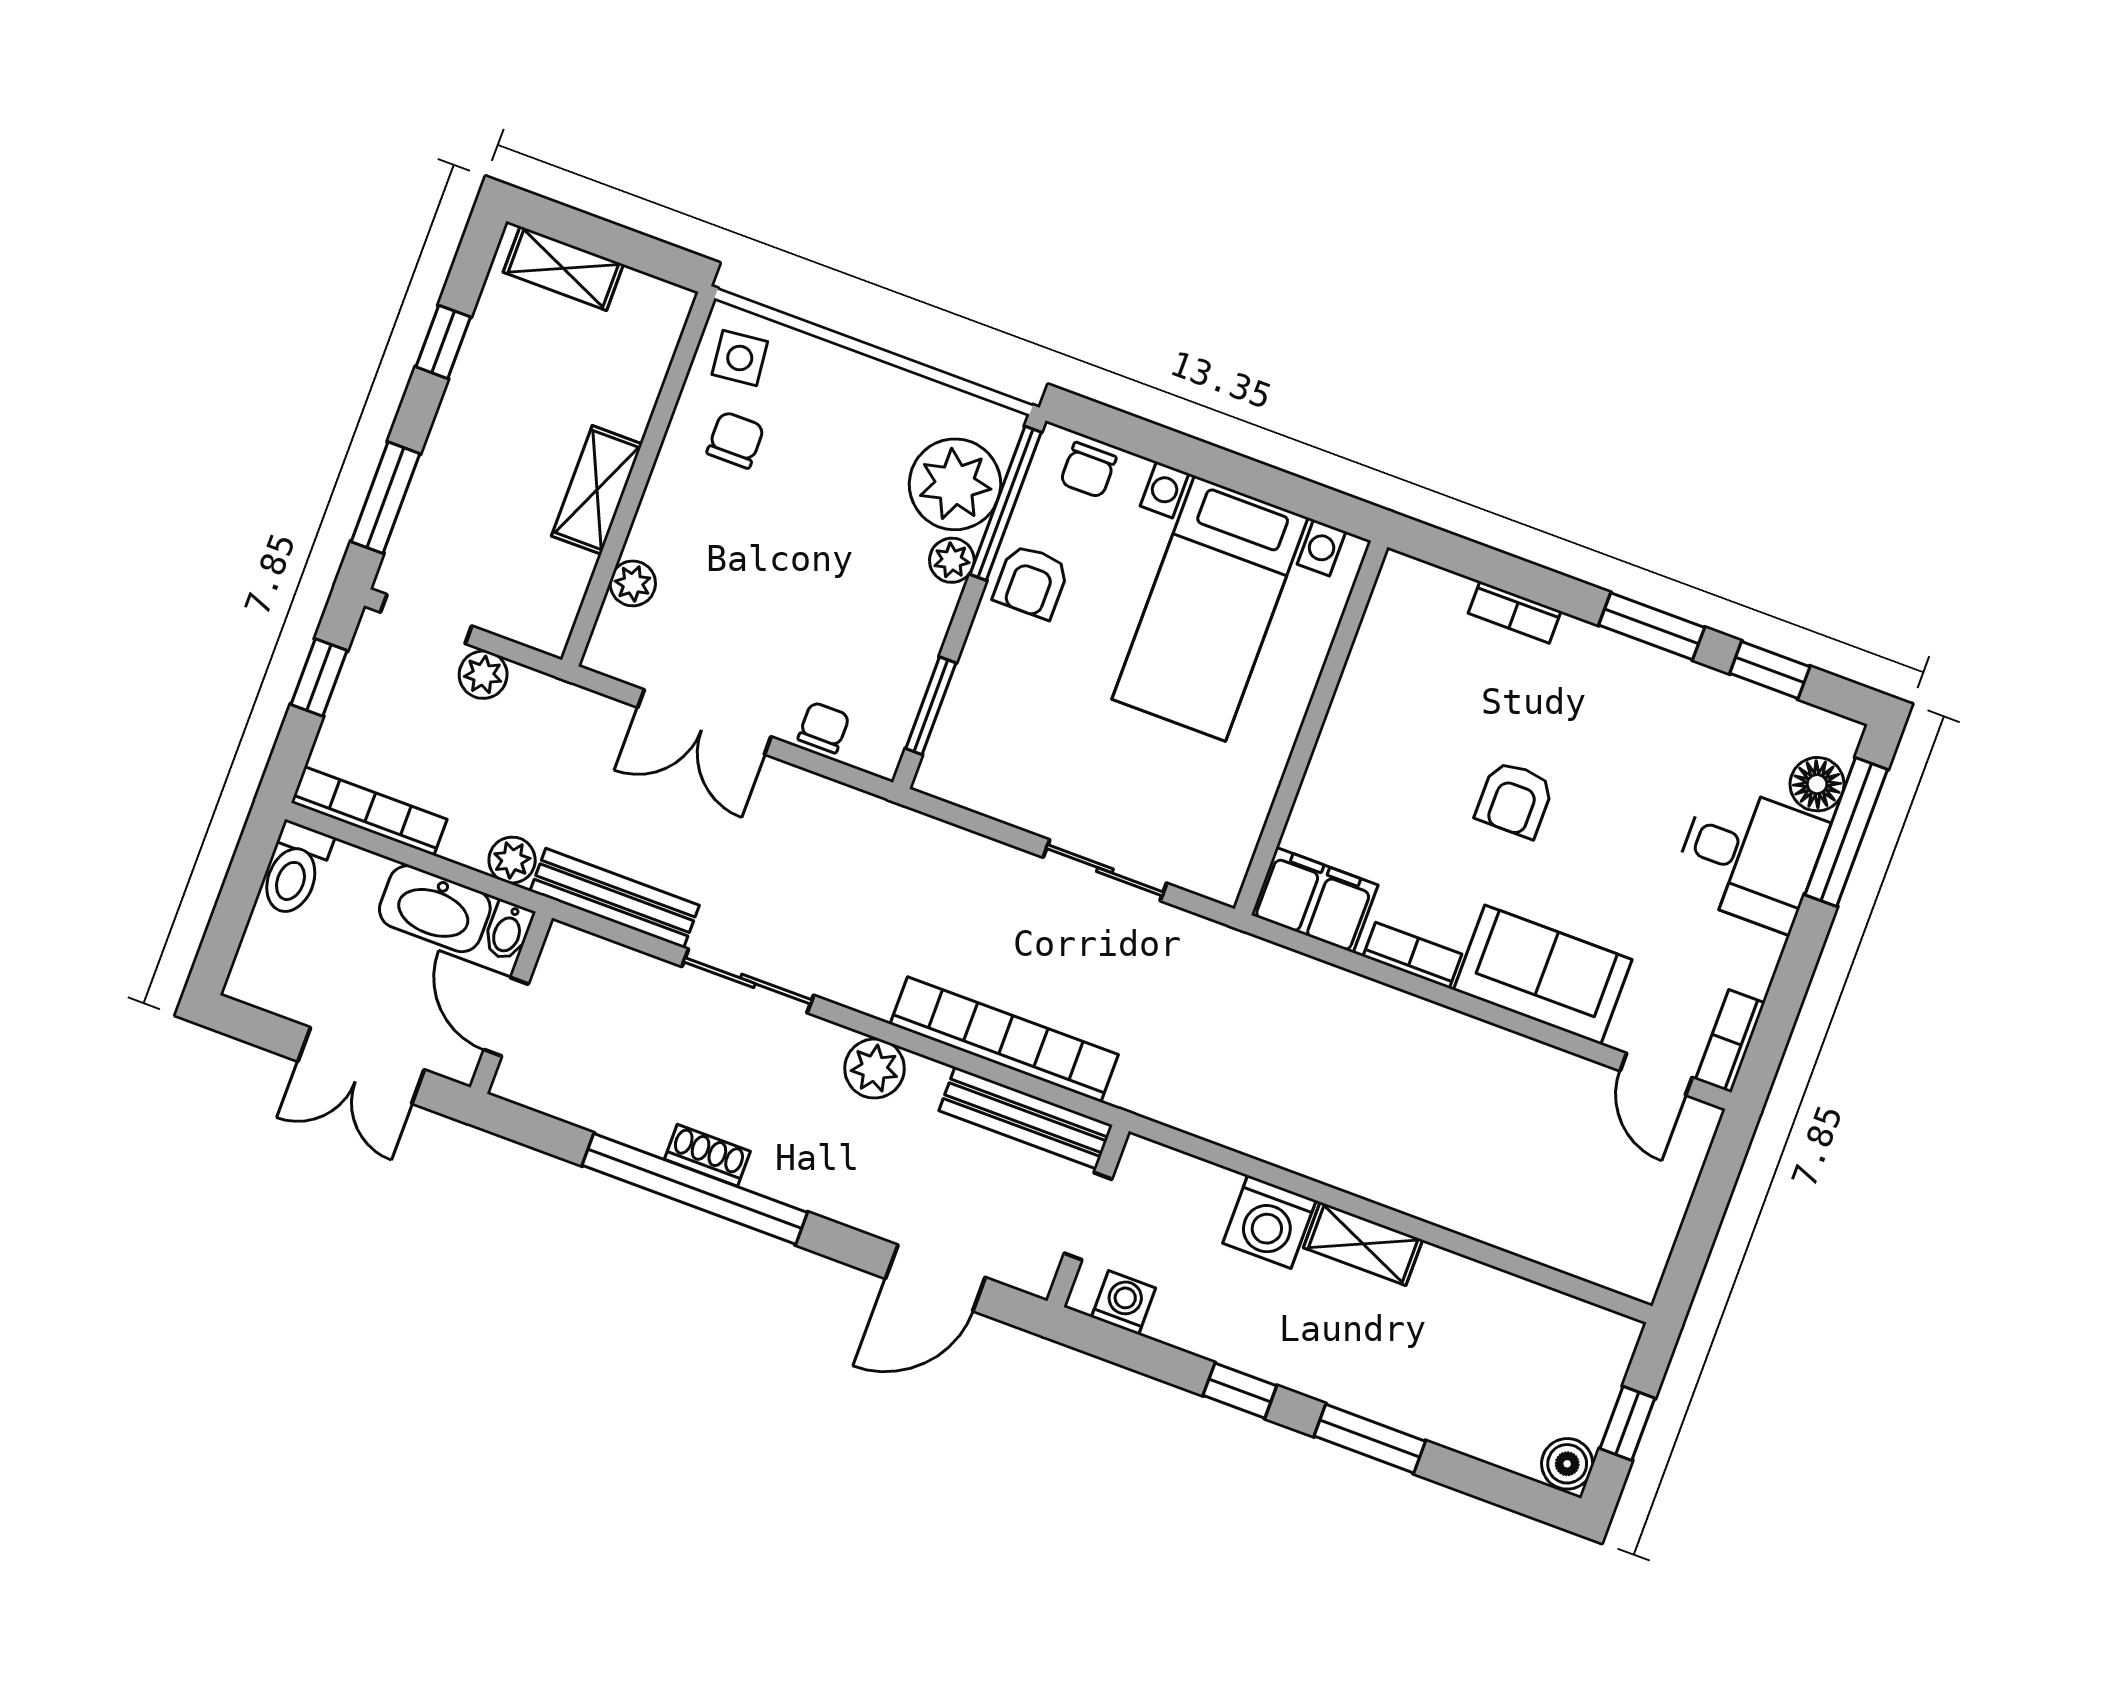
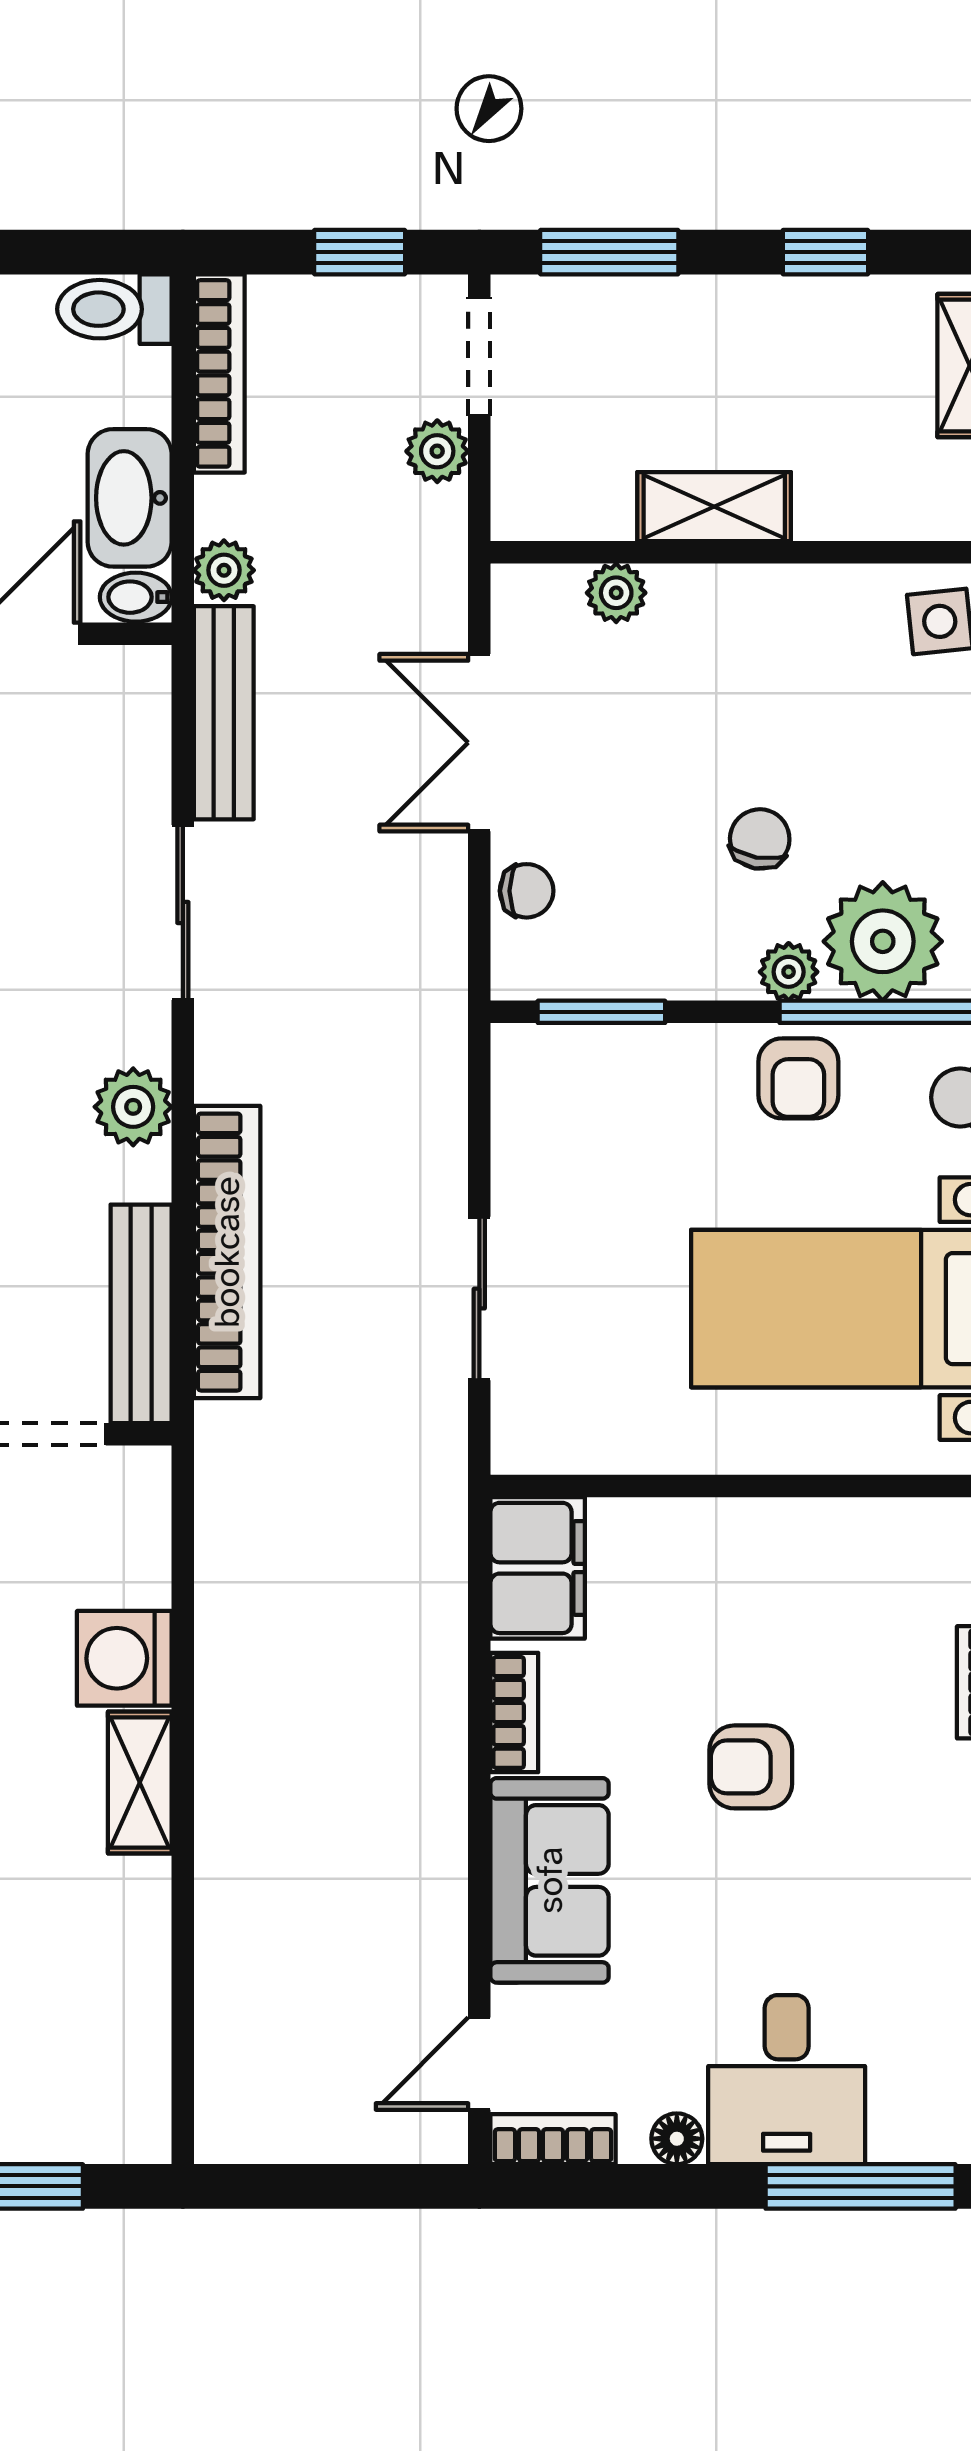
chair: (735, 440) -> (760, 839), moved, turned -80
armchair: (1031, 582) -> (798, 1078), turned -90
floor lamp: (1817, 784) -> (677, 2139), moved, width x0.73, depth x0.73

